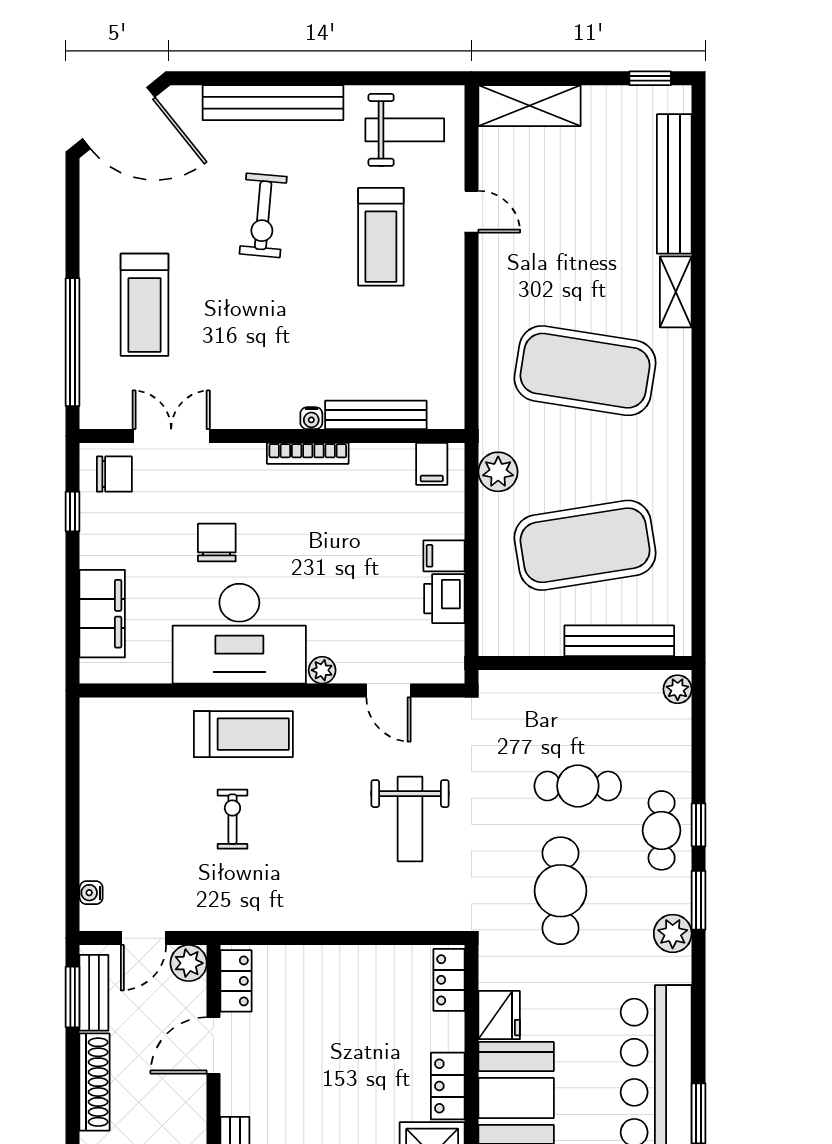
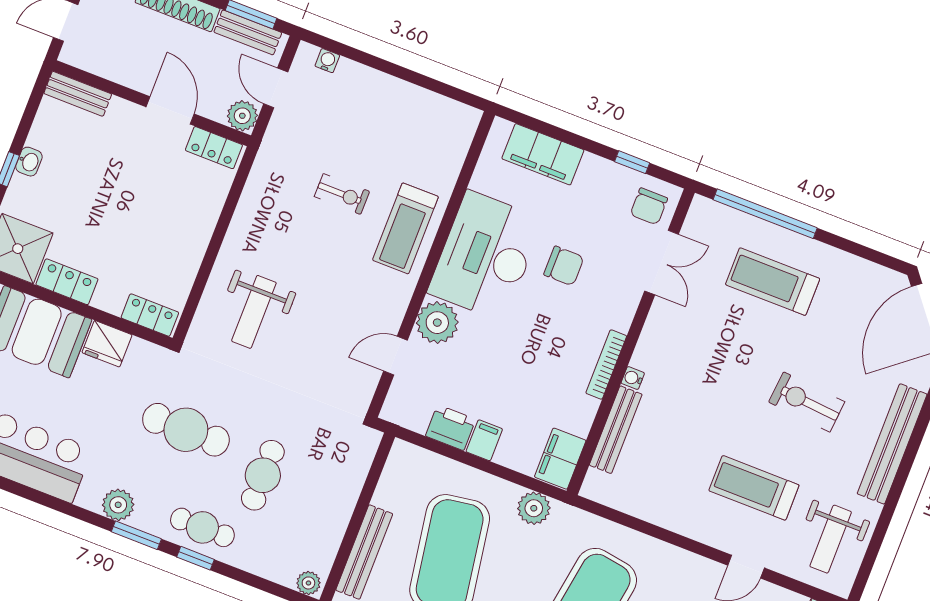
filing cabinet: (432, 464) -> (560, 459), width x2.00
plant: (322, 670) -> (437, 323), width x1.88, depth x1.88
weight bench: (410, 819) -> (254, 312), moved, turned -90

